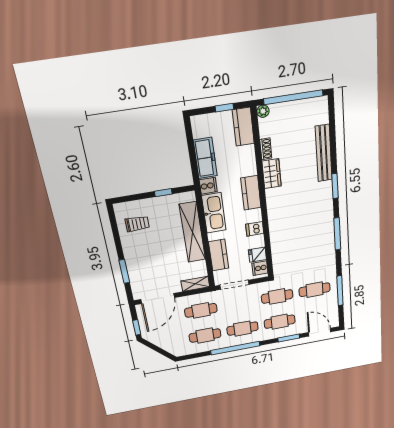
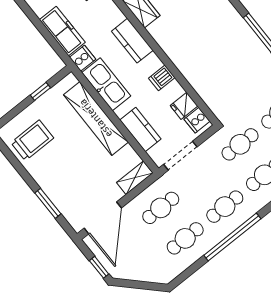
trolley: (137, 224) -> (32, 140), width x1.36, depth x1.39

